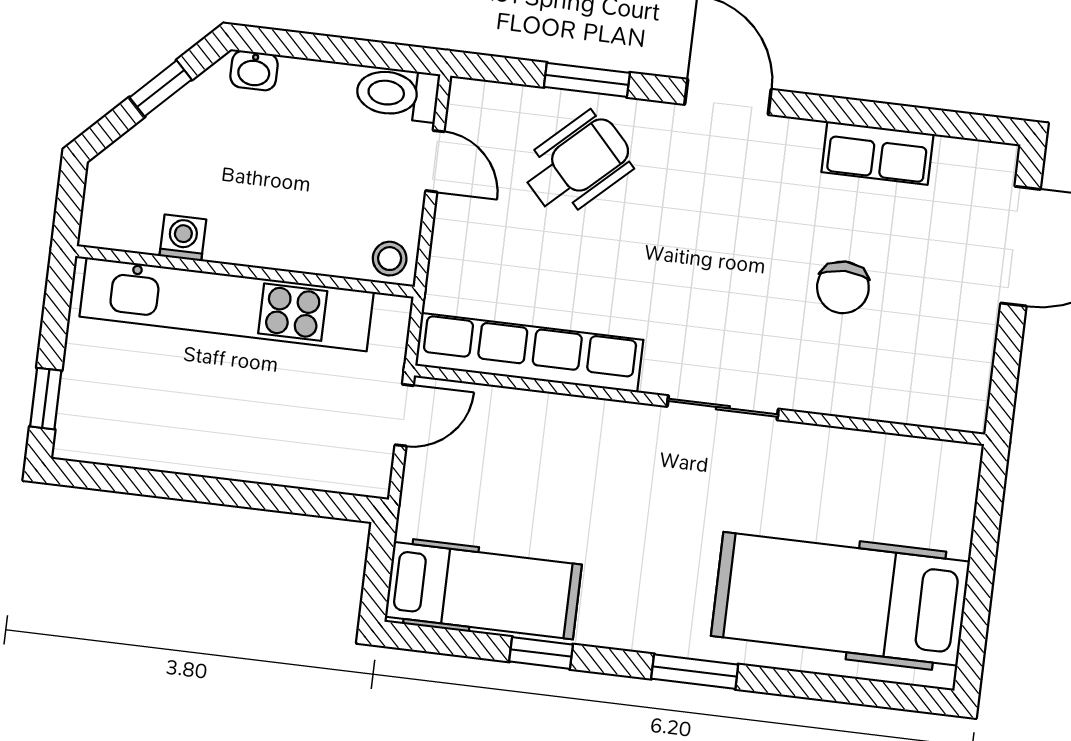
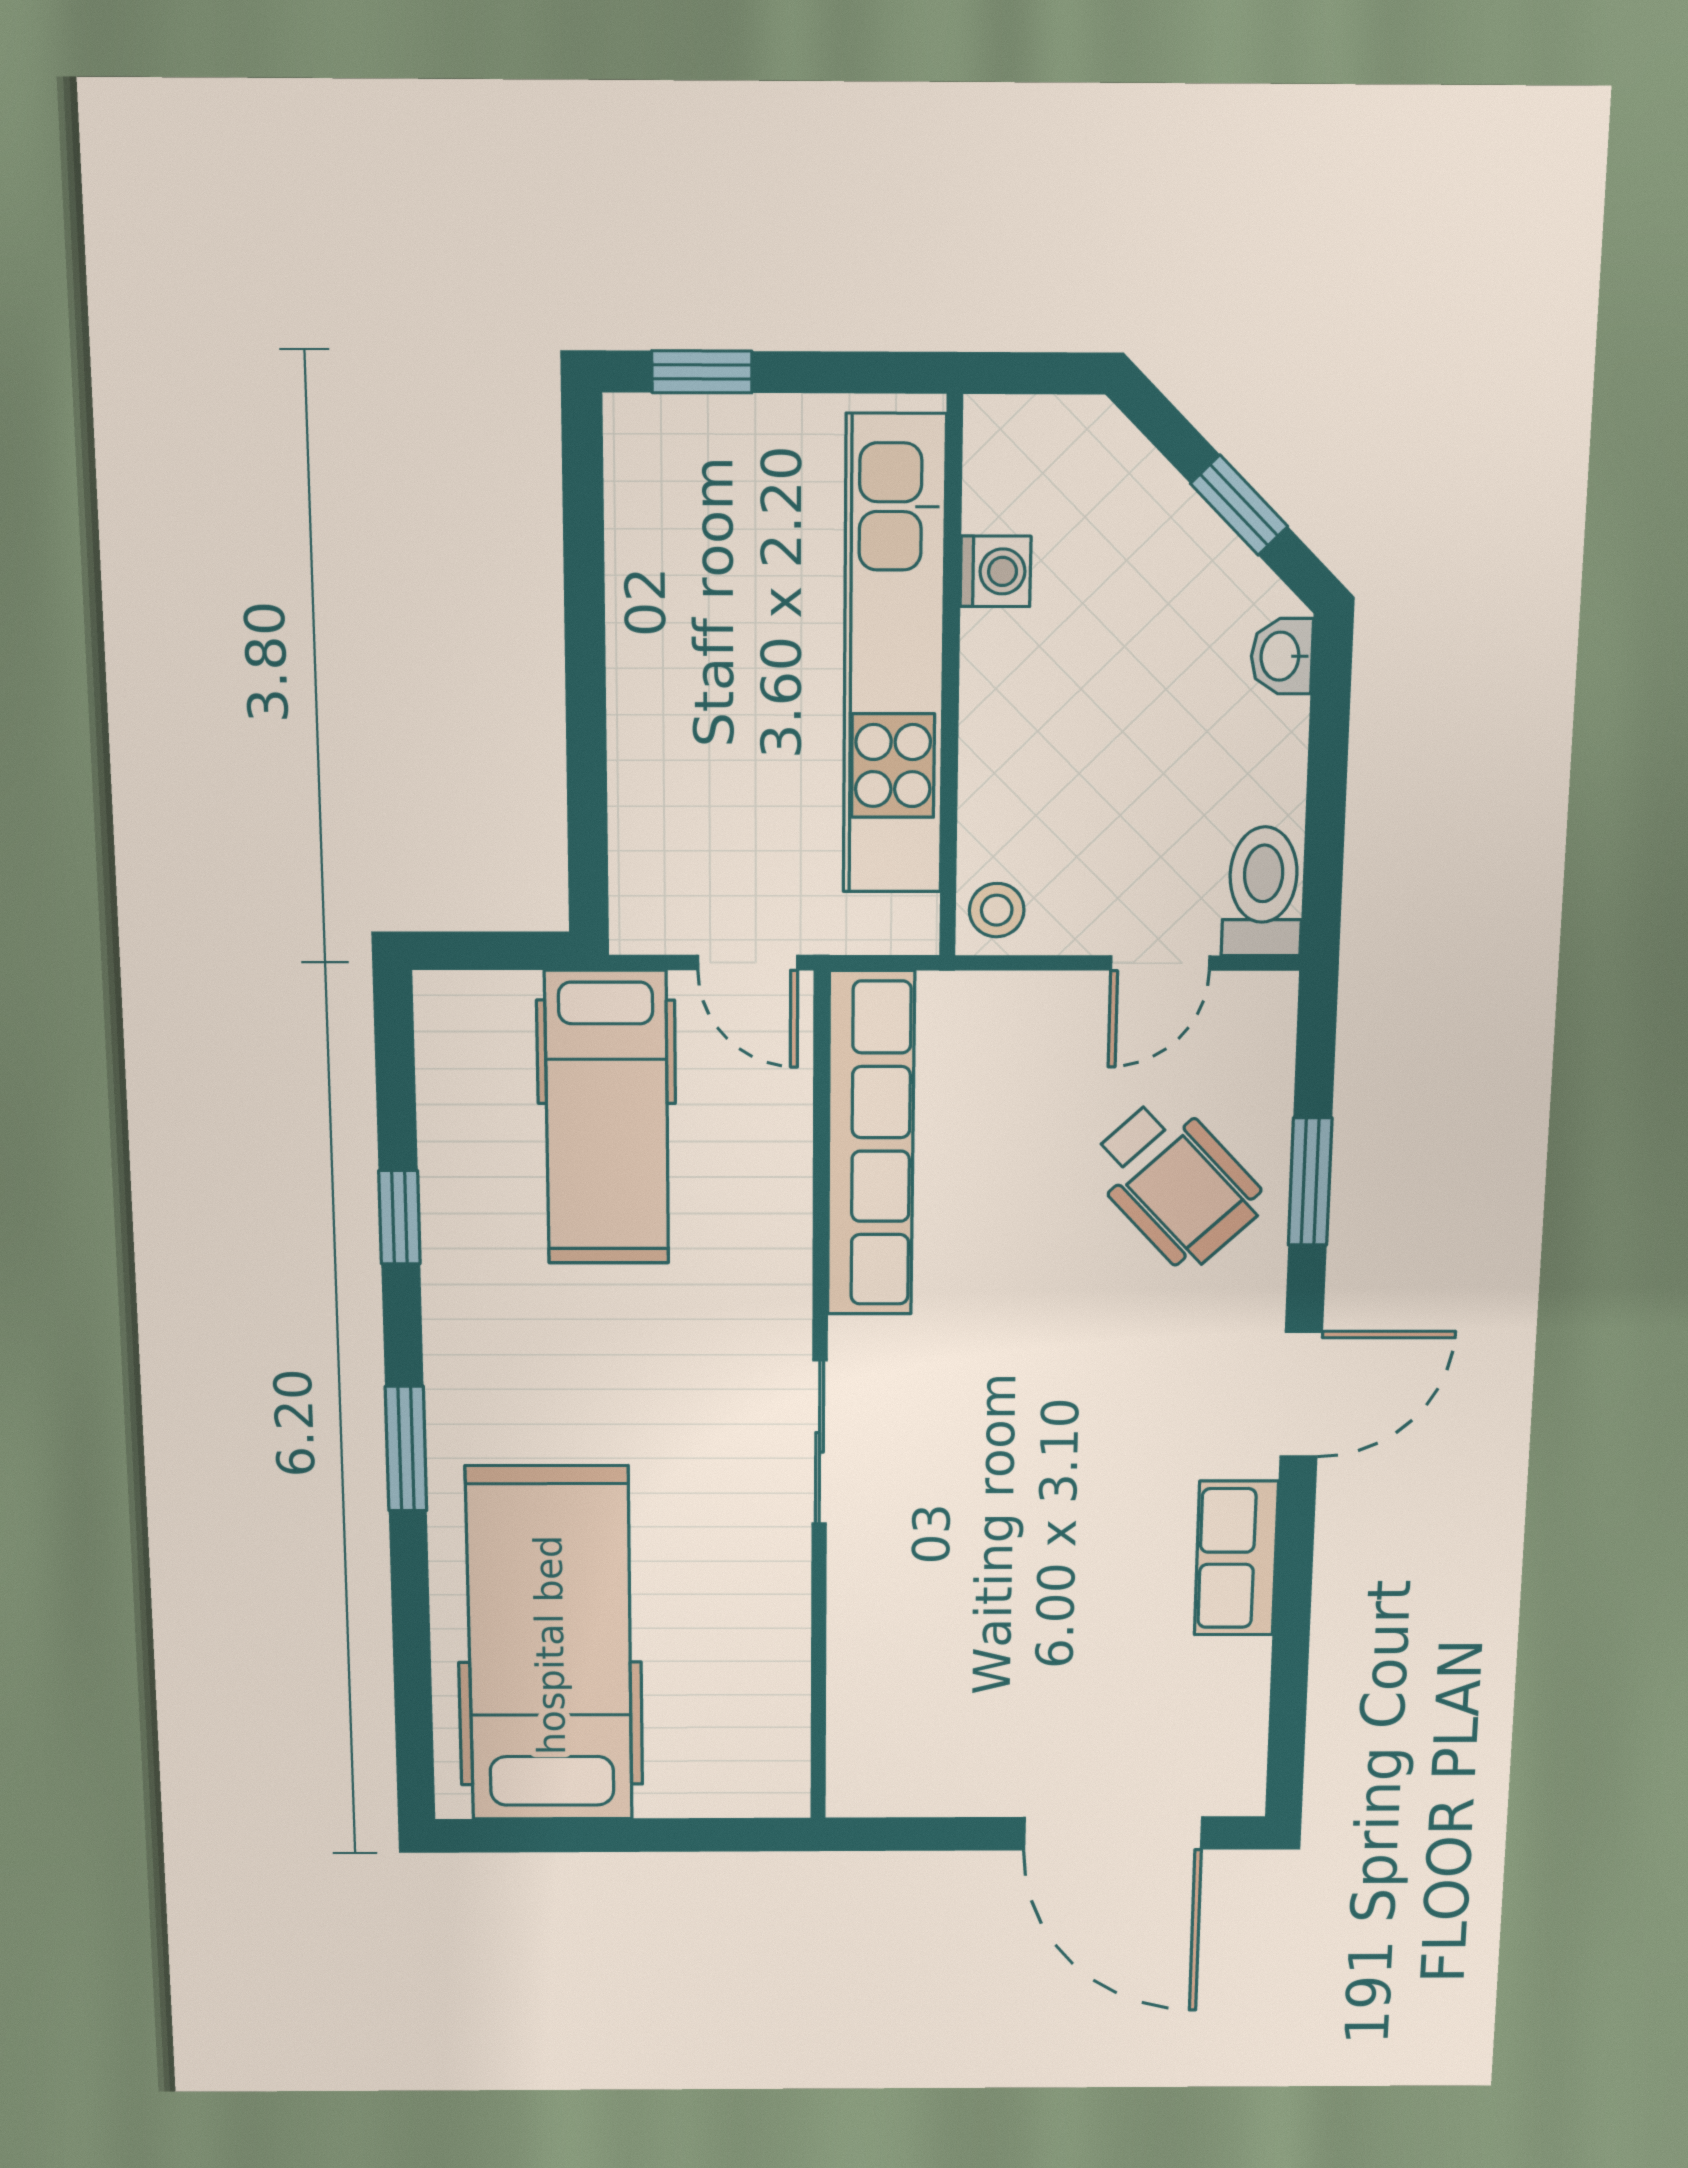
row of seats: (878, 153) -> (1236, 1558), moved
chair: (843, 287) -> (1024, 1594), removed
hospital bed: (483, 591) -> (607, 1118), moved

